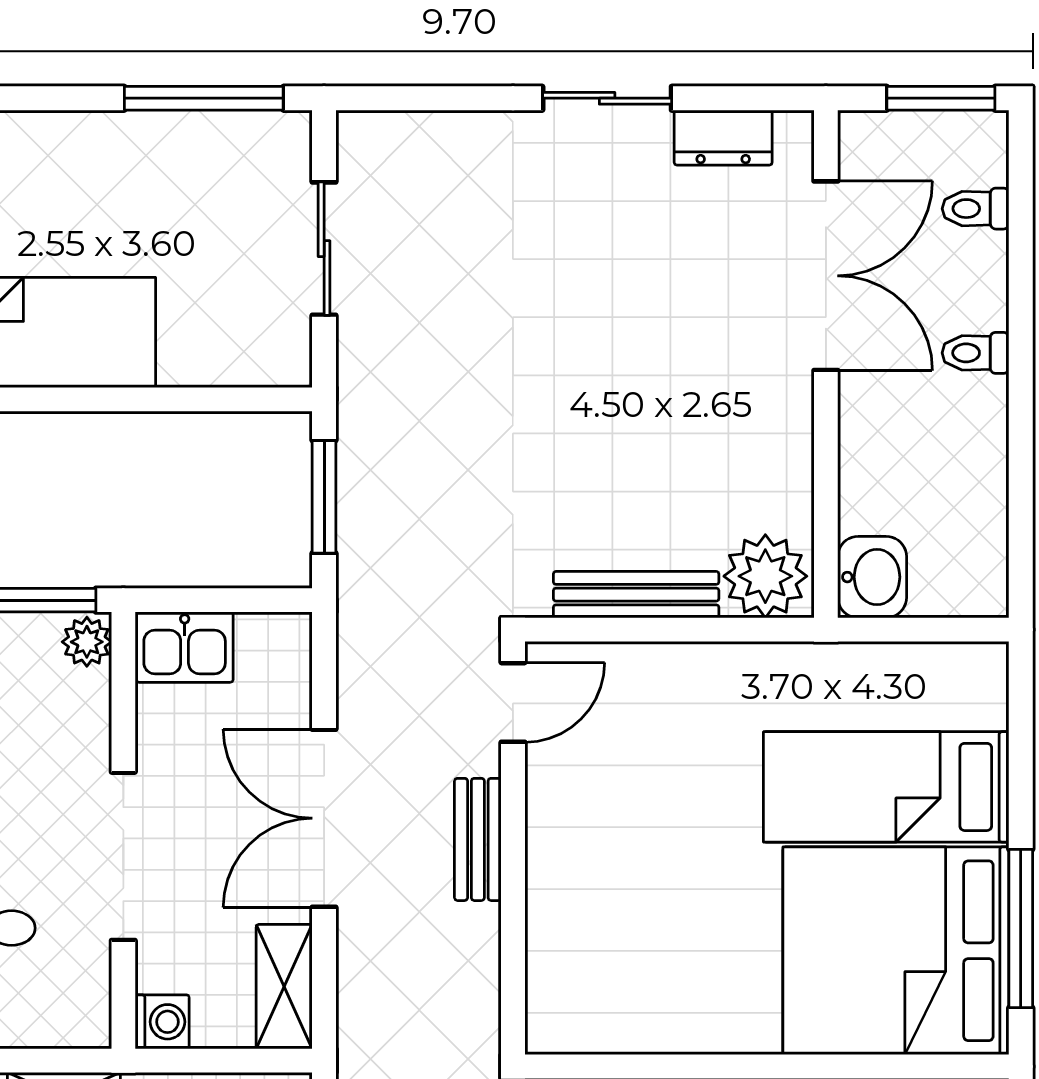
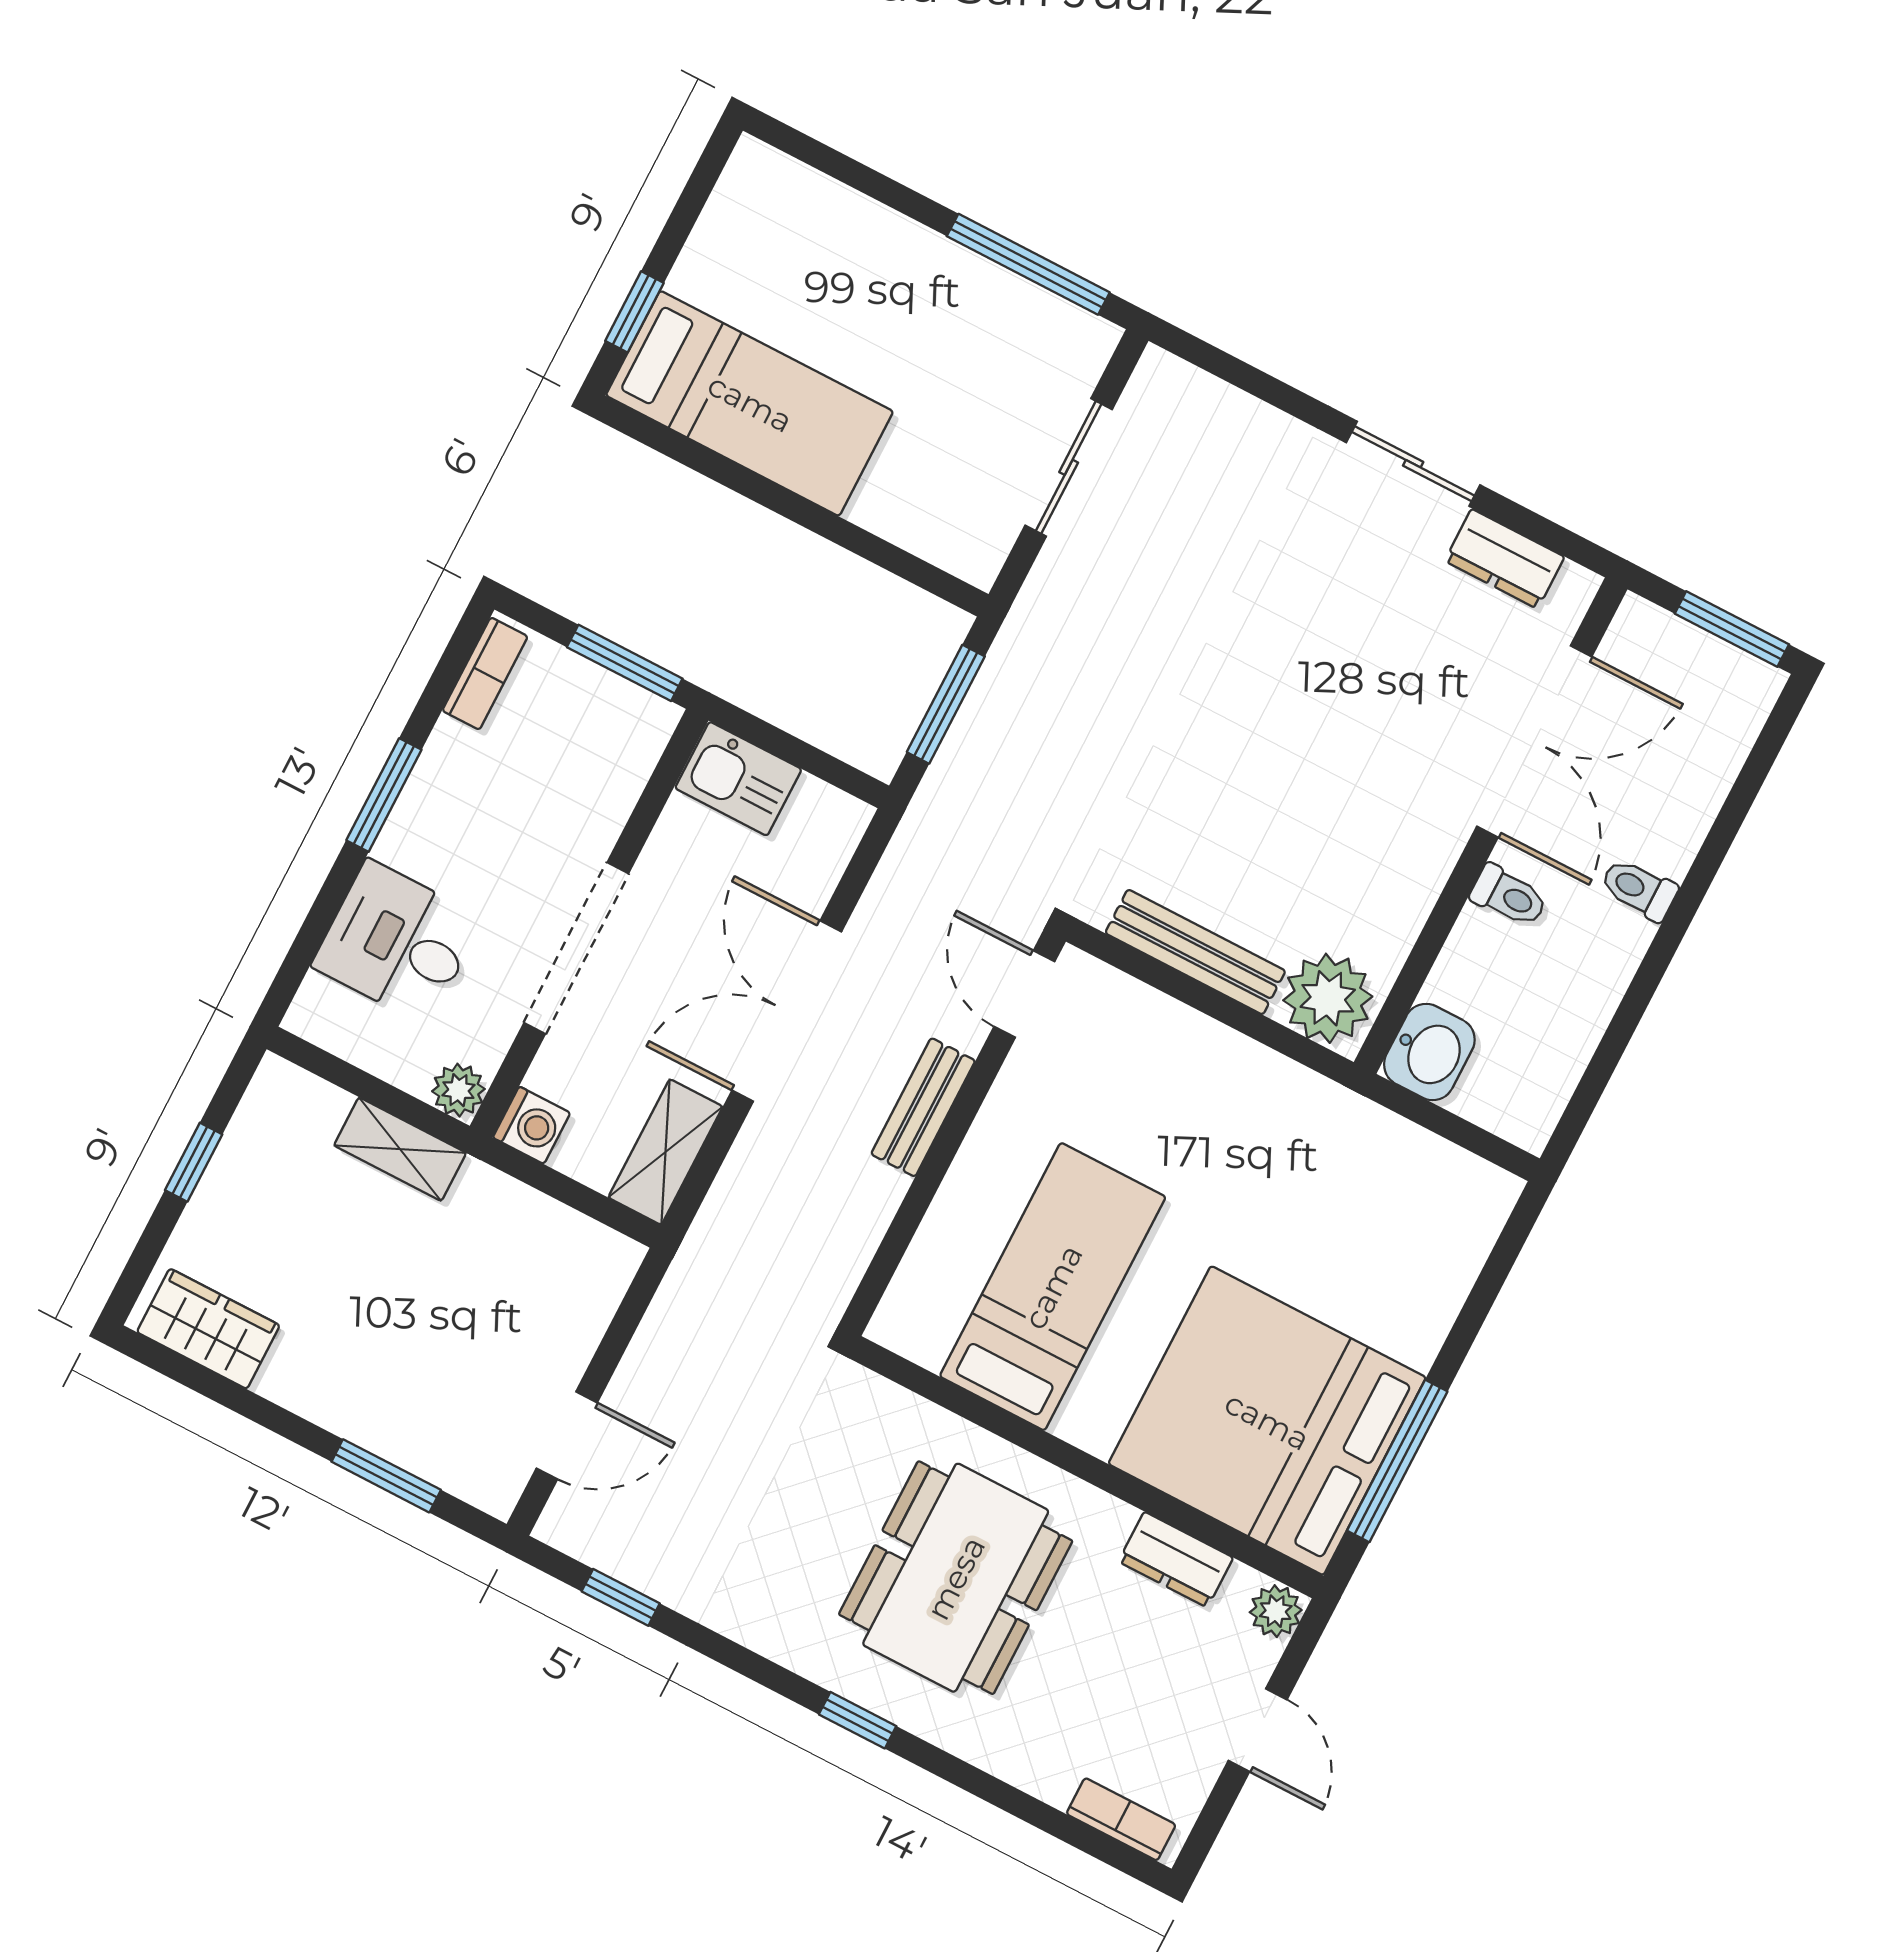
toilet: (976, 209) -> (1509, 896), moved, turned 180
plant: (87, 642) -> (458, 1090), moved
door: (513, 702) -> (1024, 994), swing flipped
bed: (886, 787) -> (1053, 1287), moved, turned 90

